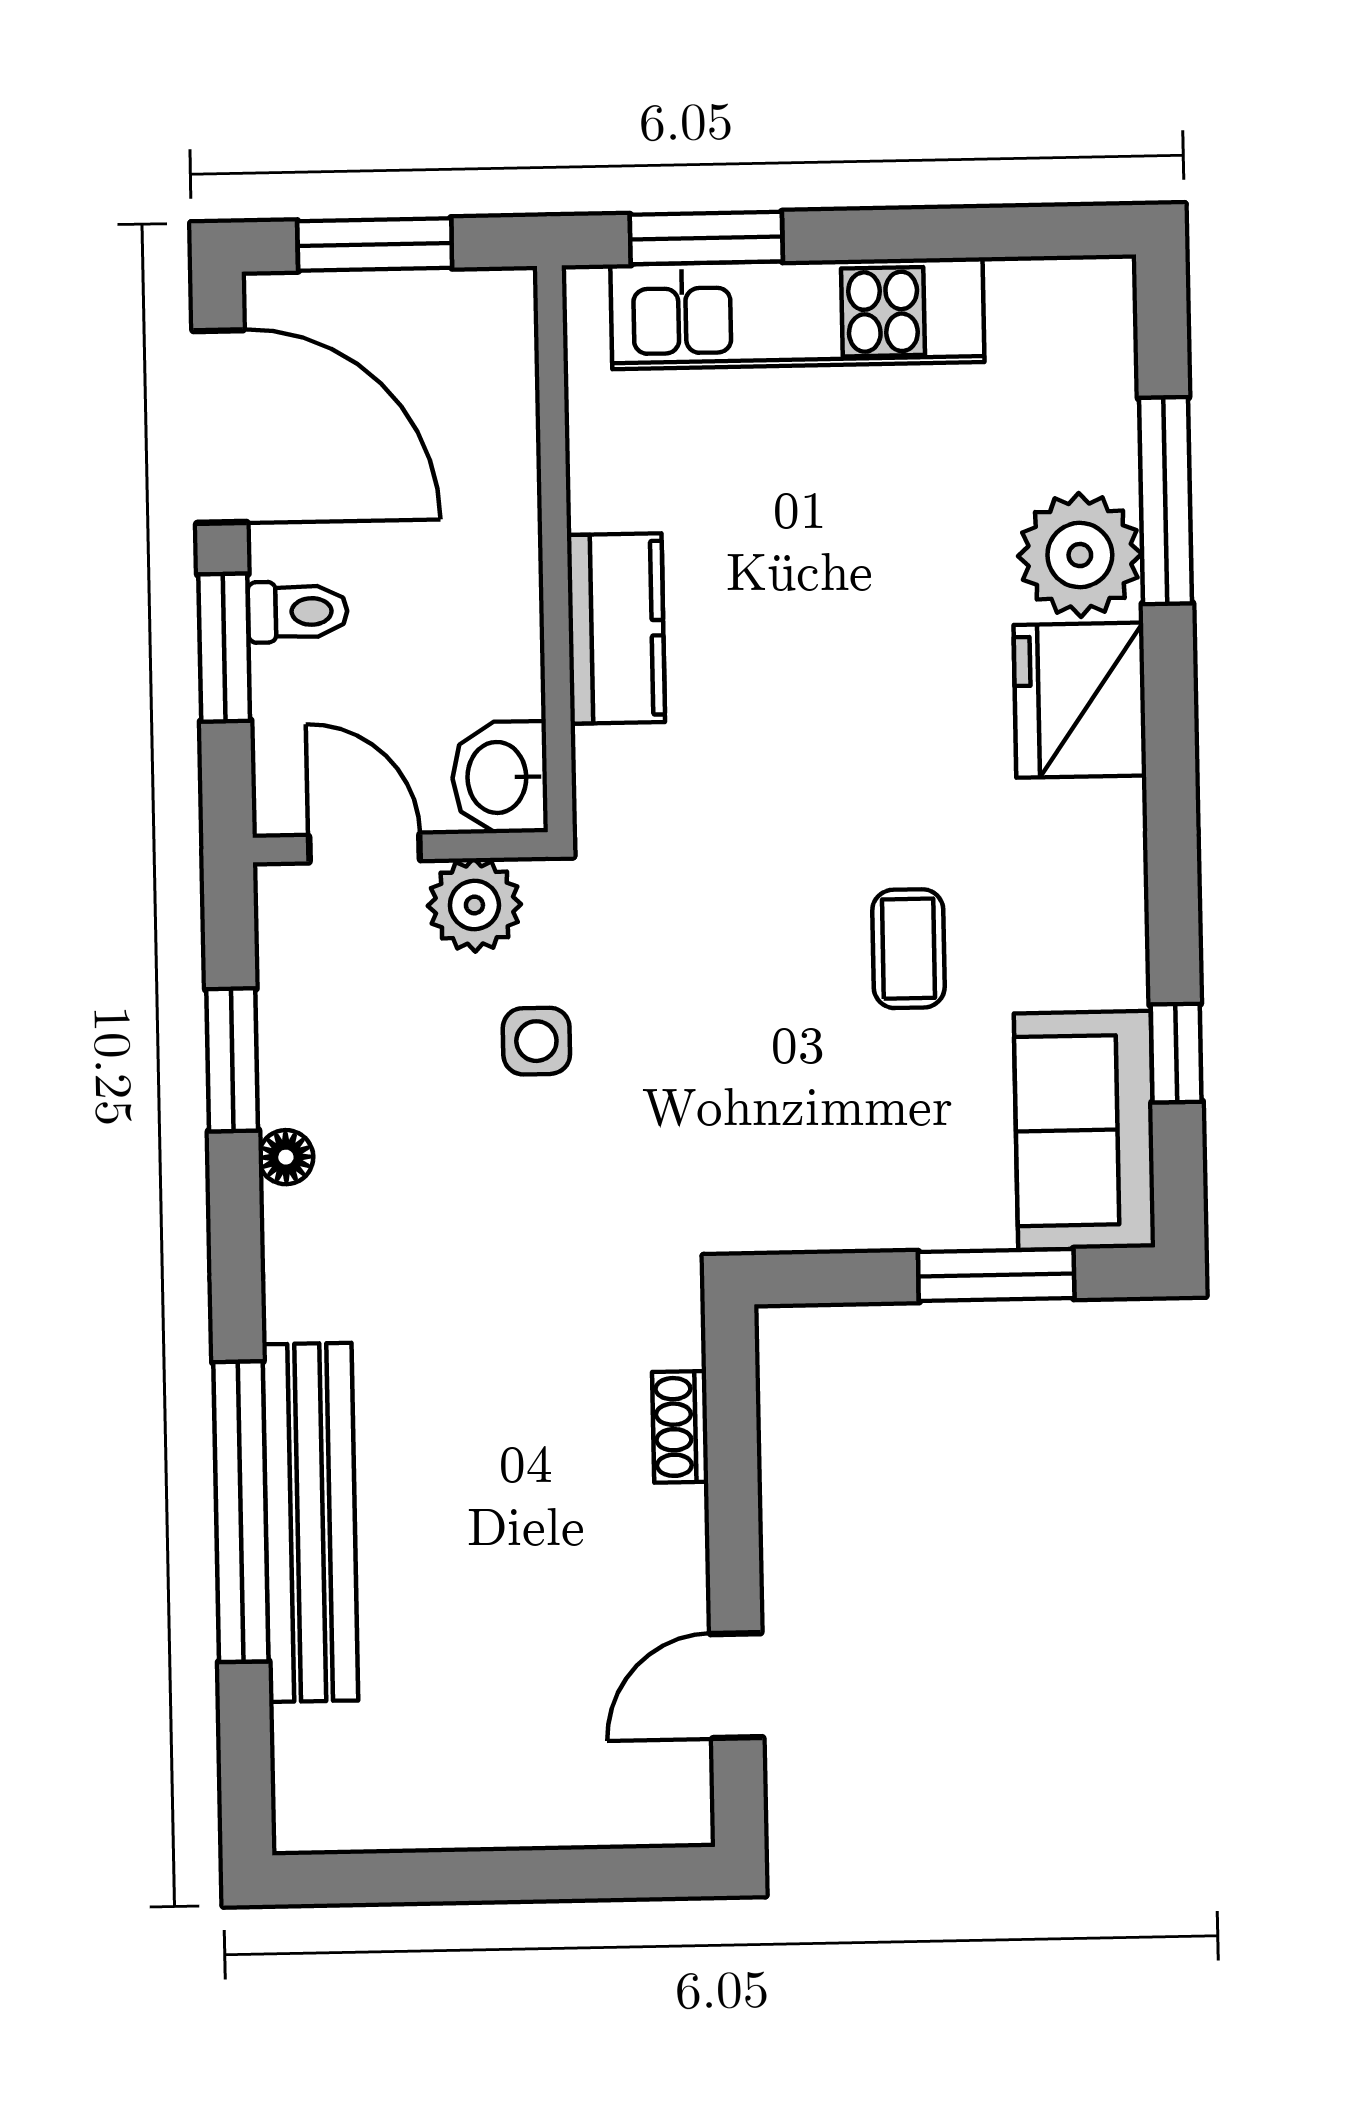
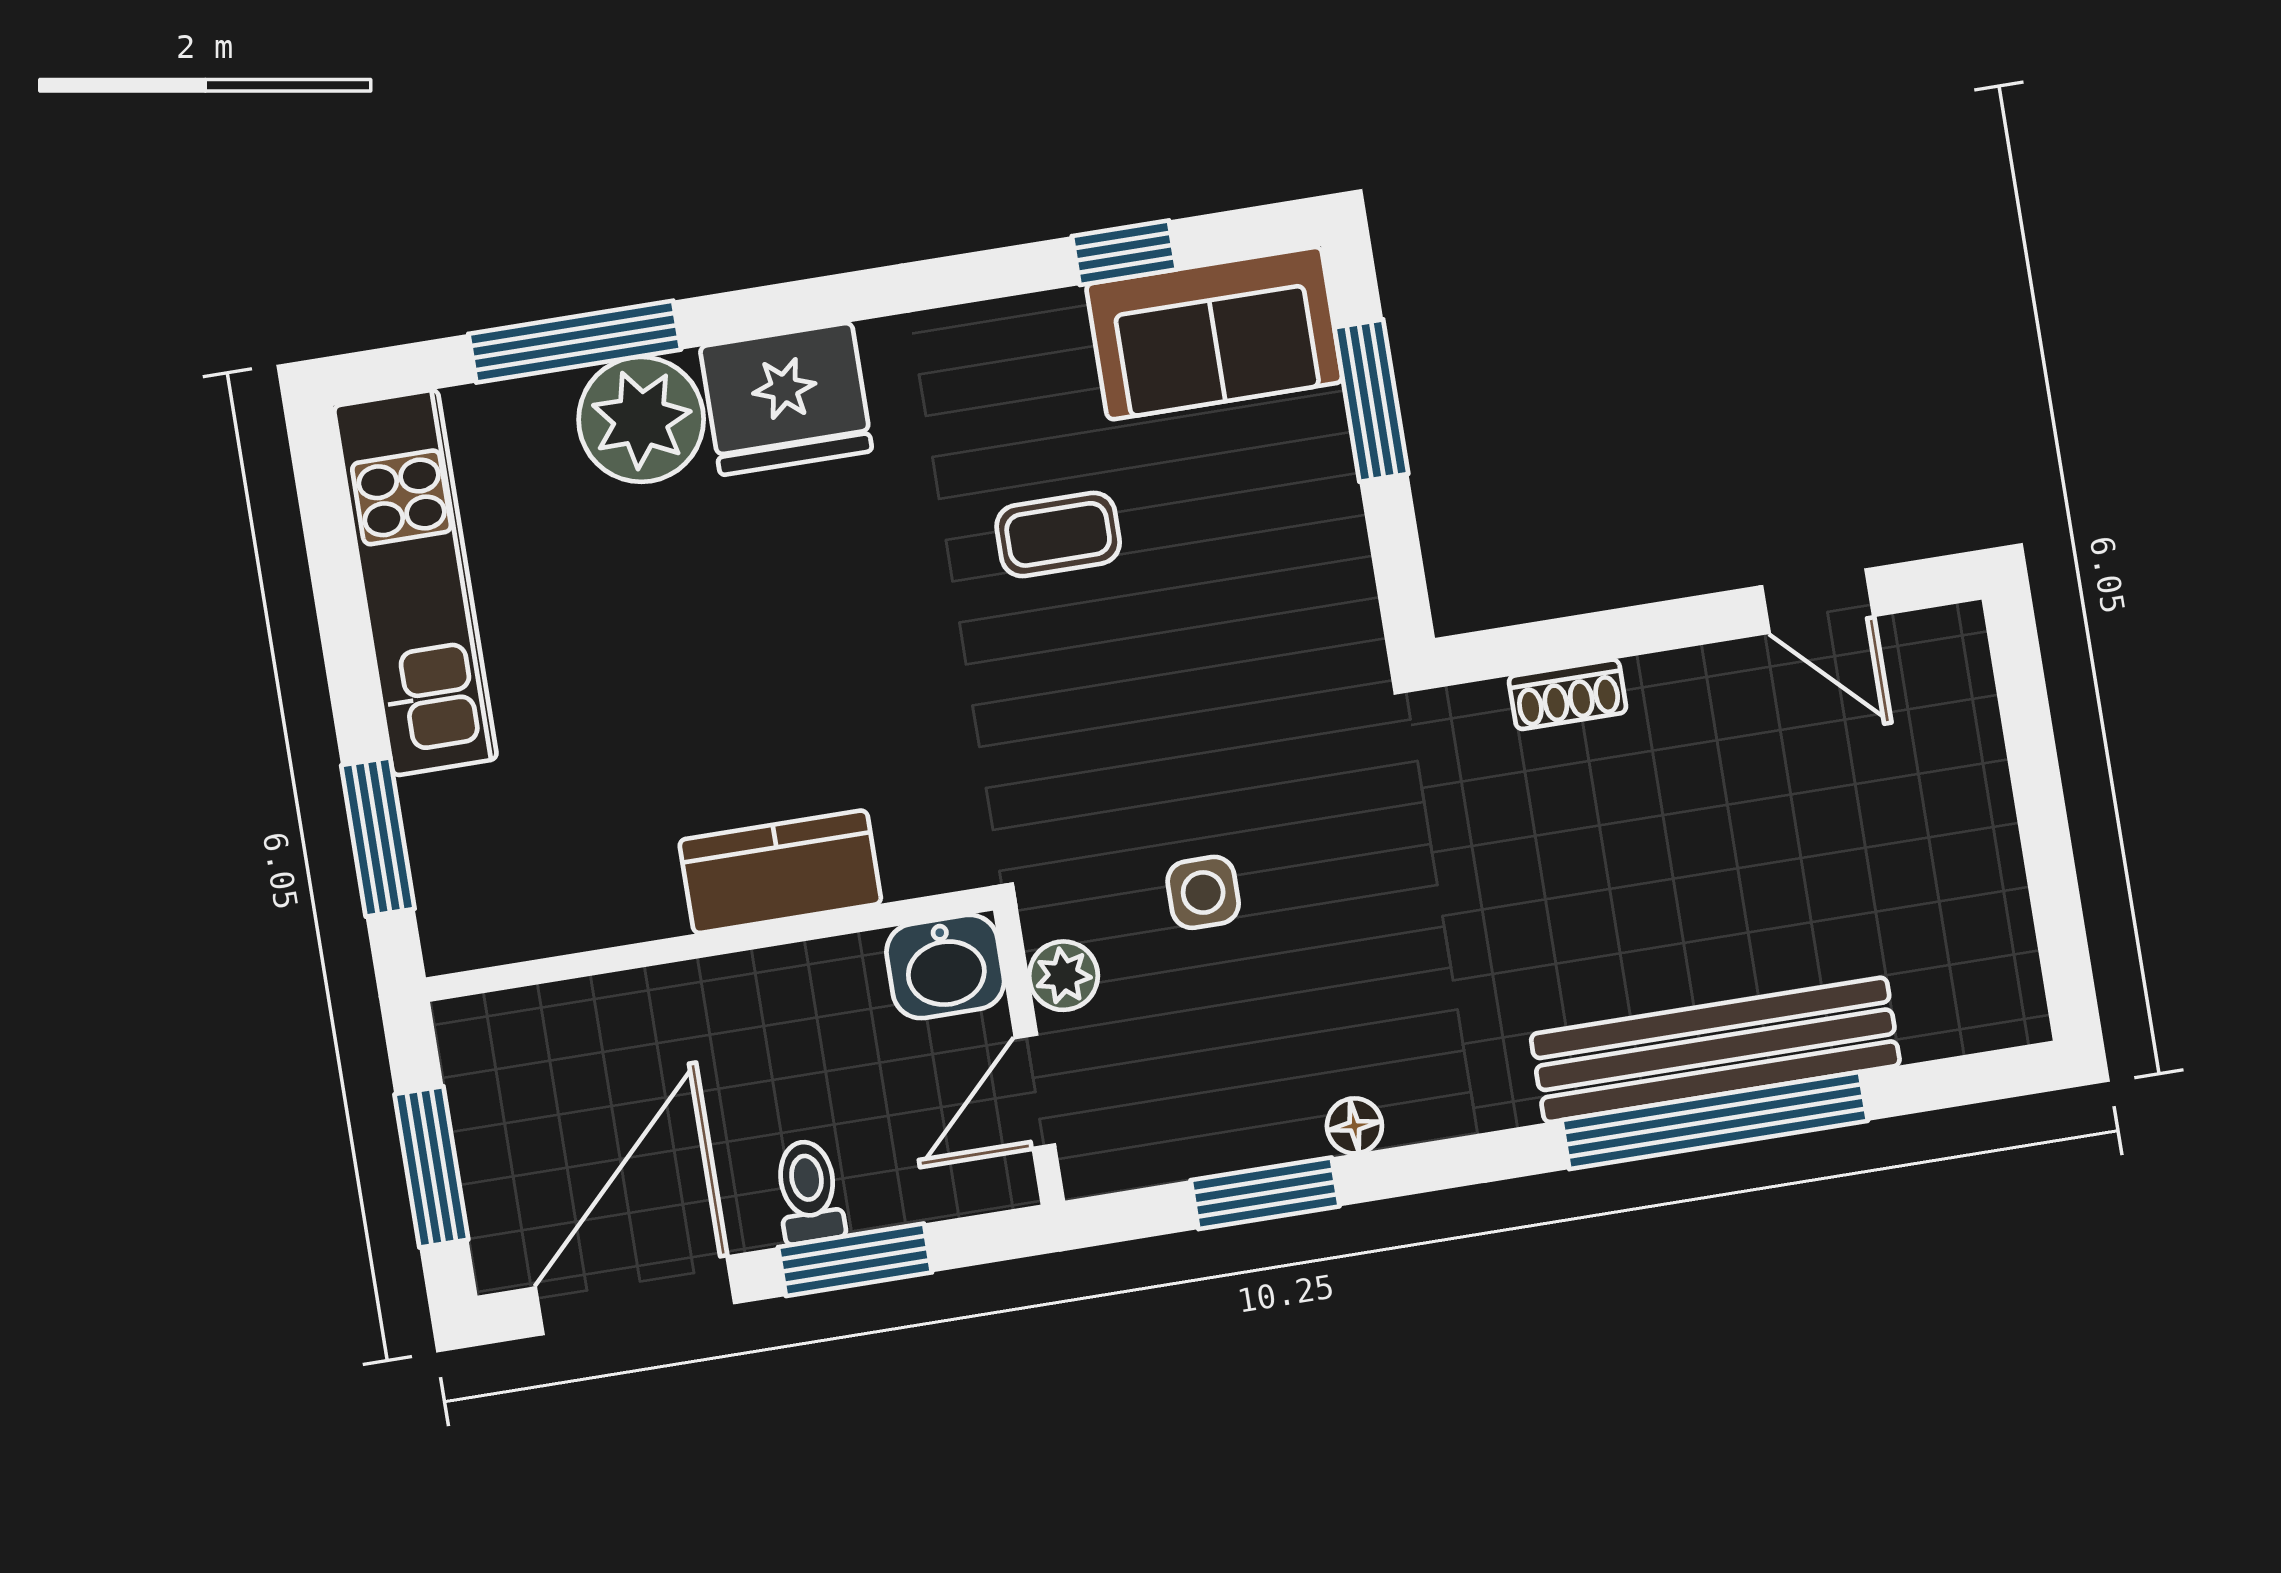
kitchen unit: (797, 313) -> (415, 582), moved
plant: (474, 905) -> (1063, 976), width x0.73, depth x0.73

